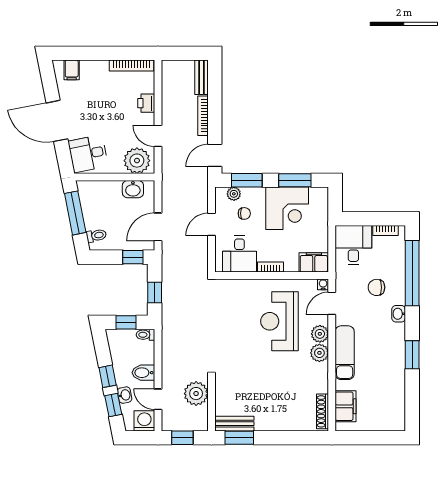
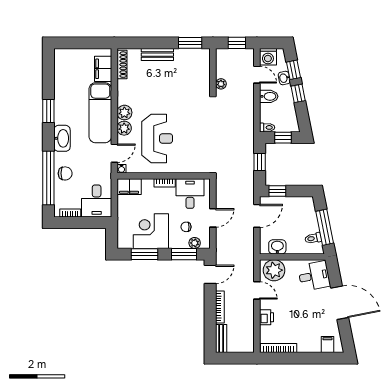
toilet: (96, 236) -> (313, 238), moved
chair: (376, 287) -> (65, 173), moved
washbasin: (399, 314) -> (62, 138), width x1.91, depth x1.45
exam couch: (345, 353) -> (100, 113), width x1.36, depth x1.45
plant: (196, 394) -> (221, 84), width x0.53, depth x0.53
bench: (234, 424) -> (157, 55), moved

